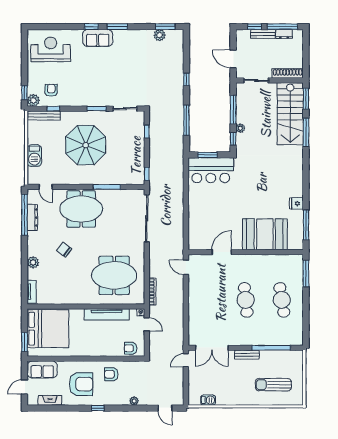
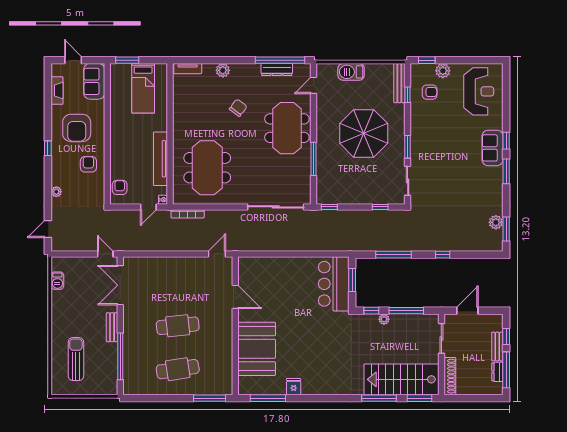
plant: (33, 100) -> (443, 71), moved
bed: (48, 329) -> (143, 88), width x0.49

